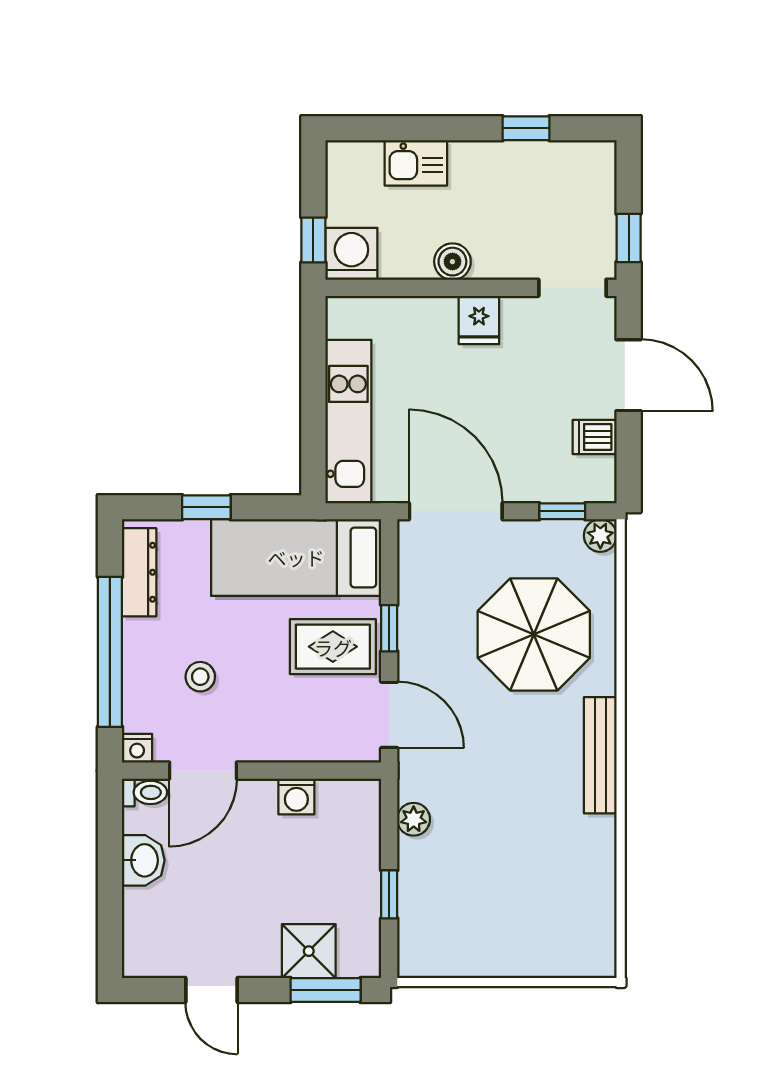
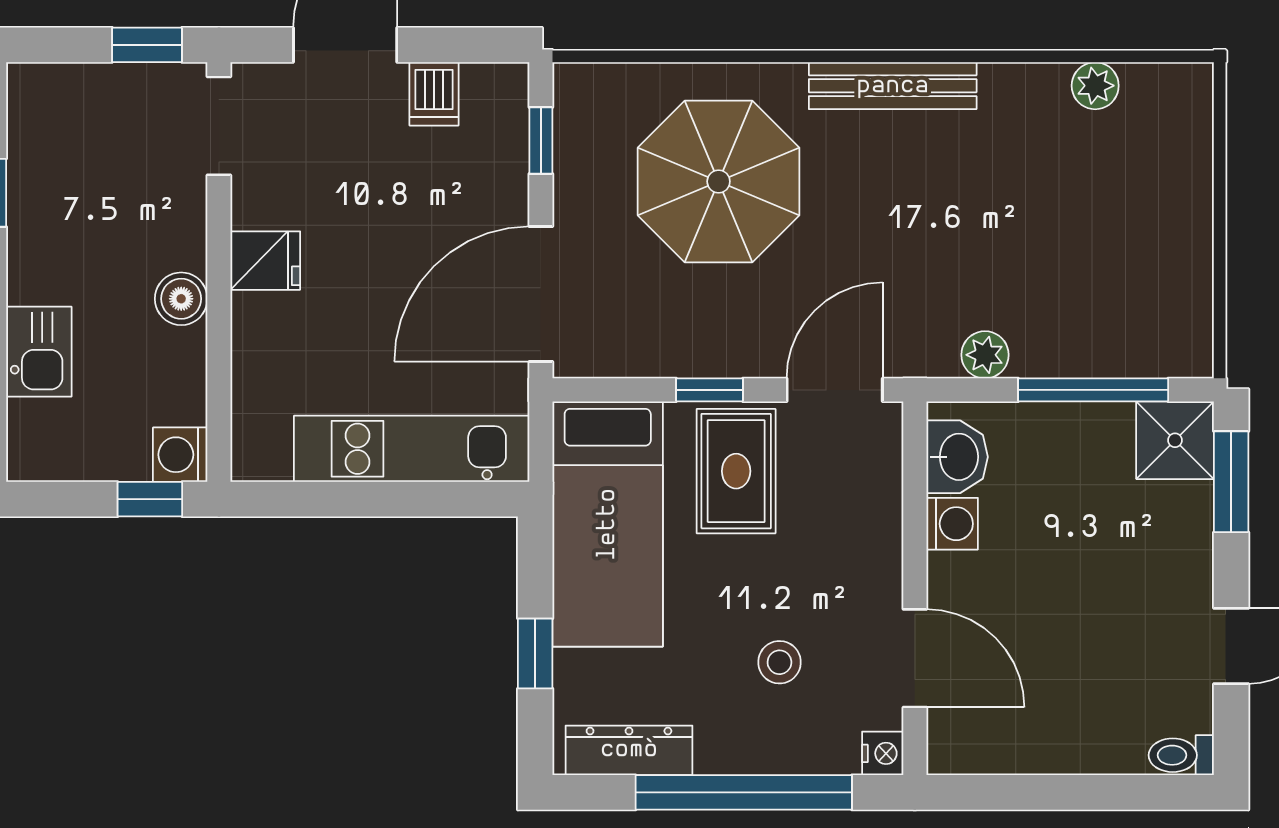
washing machine: (351, 254) -> (180, 455), width x0.73, depth x0.73
plant: (600, 536) -> (1095, 86), moved
toilet: (144, 792) -> (1181, 755), moved, turned -90
washbasin: (143, 860) -> (957, 457), moved, turned 90
window: (389, 894) -> (1093, 390), width x2.17
shower: (309, 951) -> (1175, 440), moved

